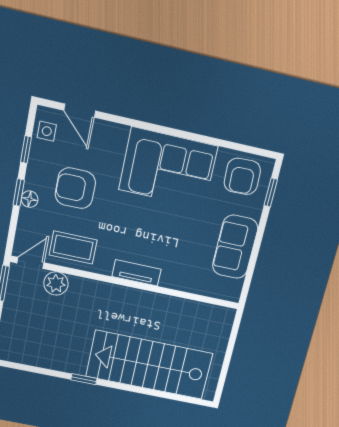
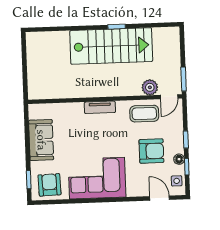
floor lamp: (30, 199) -> (179, 159), moved
stairs: (149, 365) -> (111, 46), moved

